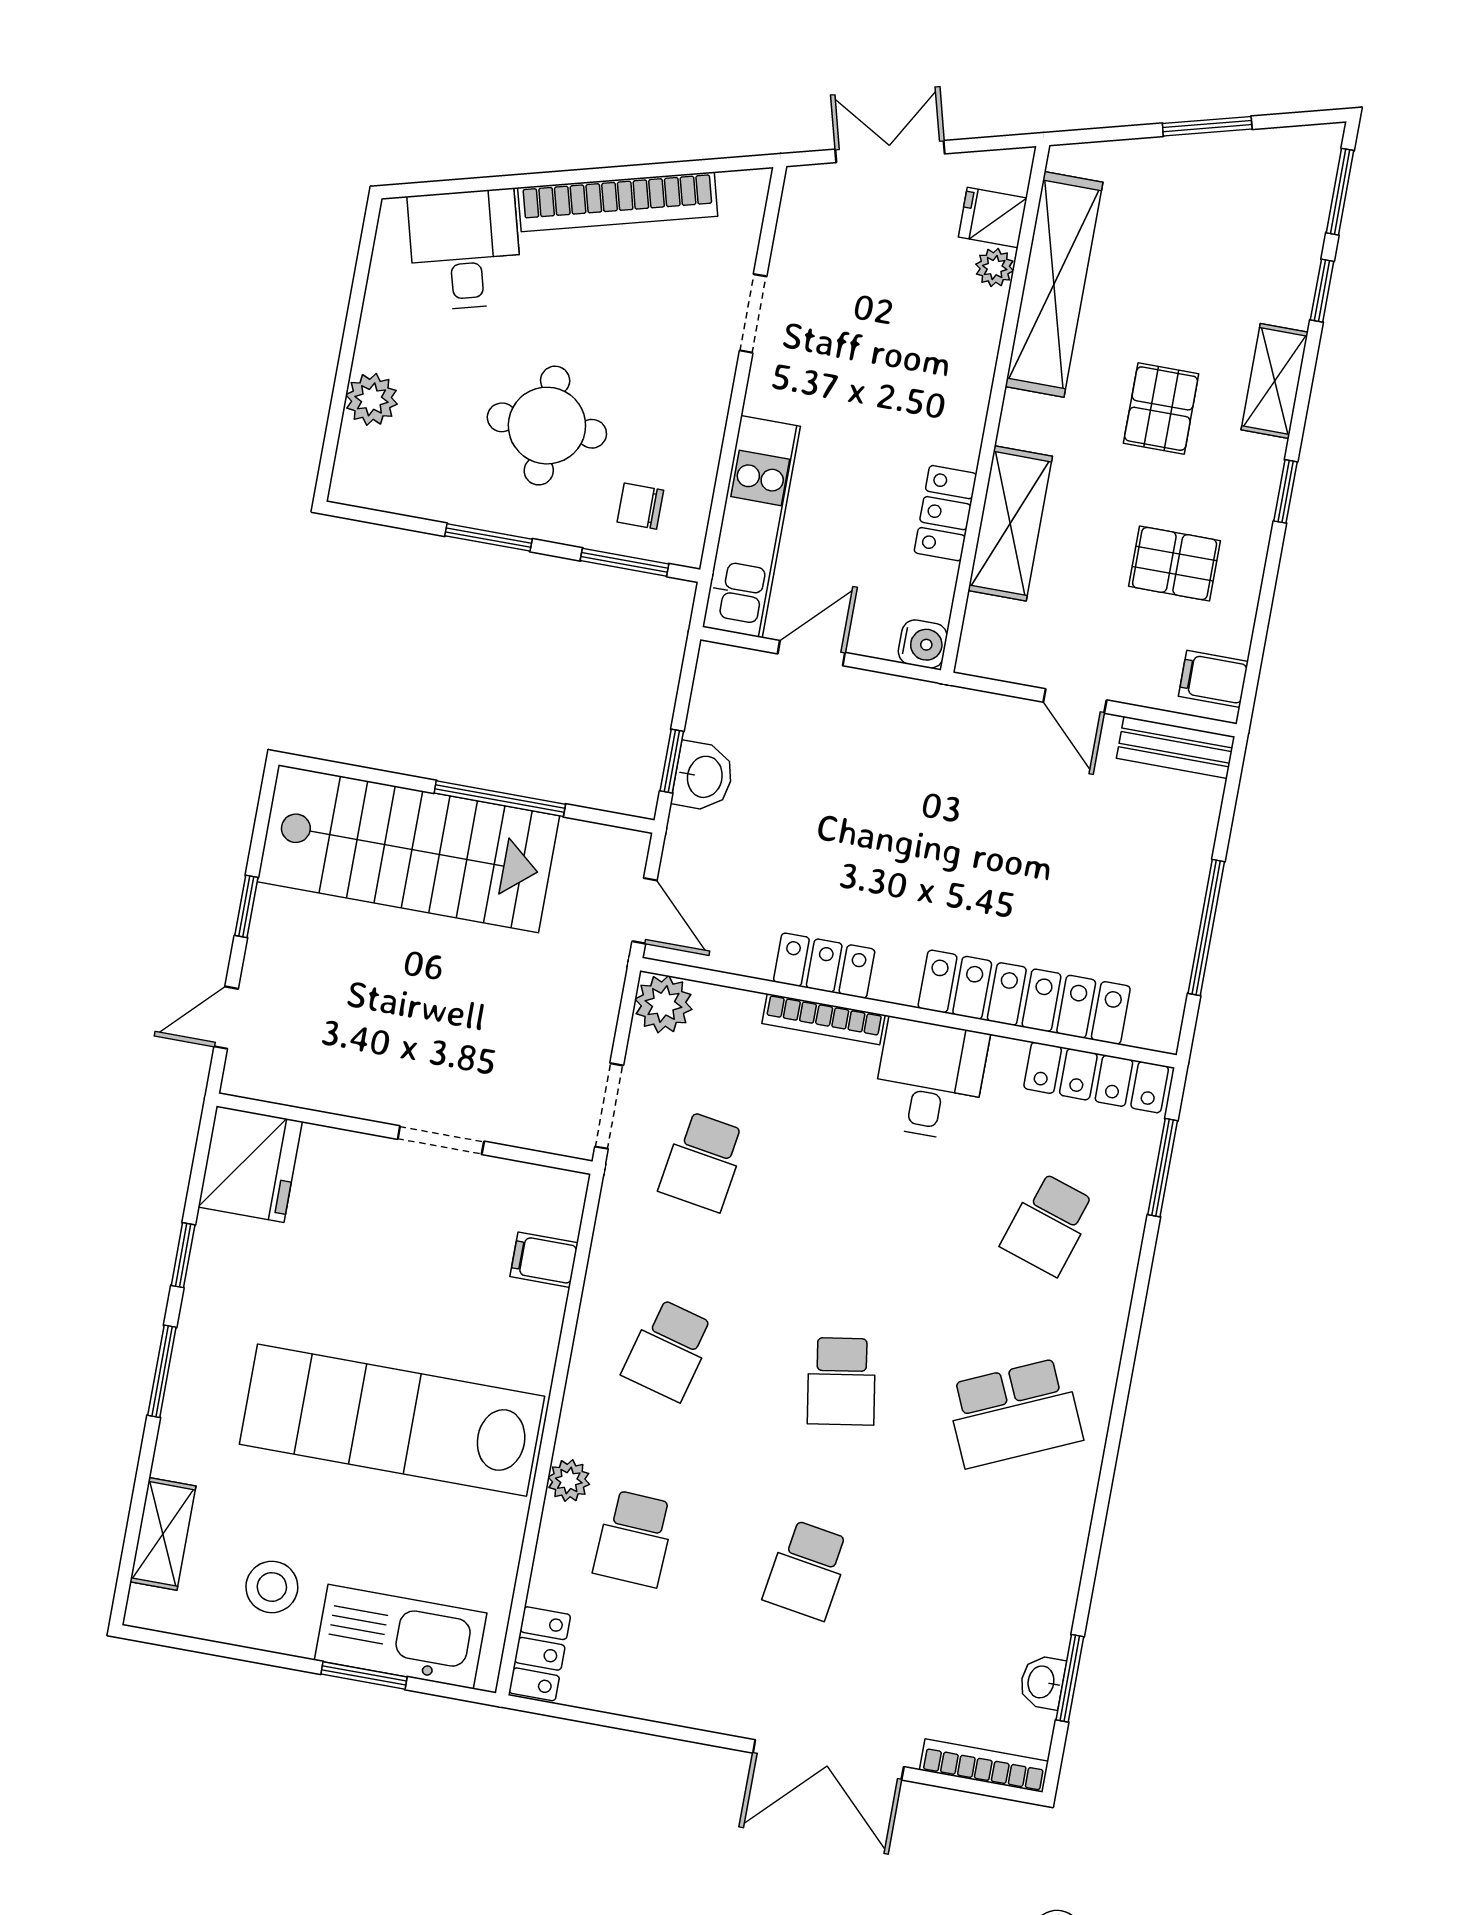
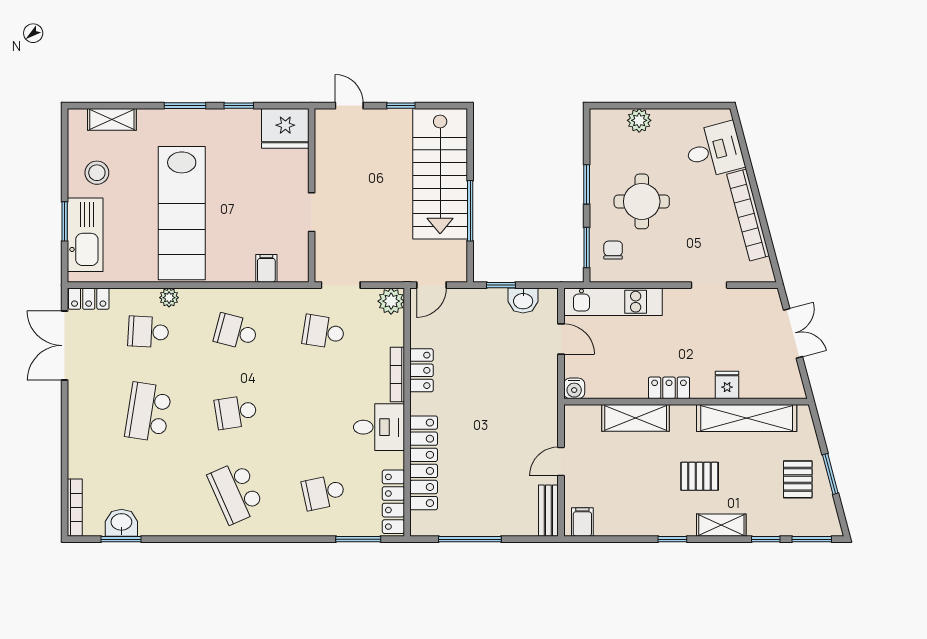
fridge: (993, 218) -> (727, 385), moved
plant: (995, 268) -> (749, 390), removed
locker: (945, 513) -> (669, 388), moved
pallet: (1175, 564) -> (798, 479), moved
washbasin: (703, 776) -> (523, 300), moved
school desk: (1049, 1224) -> (323, 492), turned -30
lab bench: (392, 1420) -> (182, 213), turned 180
school desk: (807, 1570) -> (148, 412), width x1.85
washbasin: (1042, 1682) -> (121, 523), width x1.38, depth x1.45
double door: (828, 1760) -> (65, 346), moved

